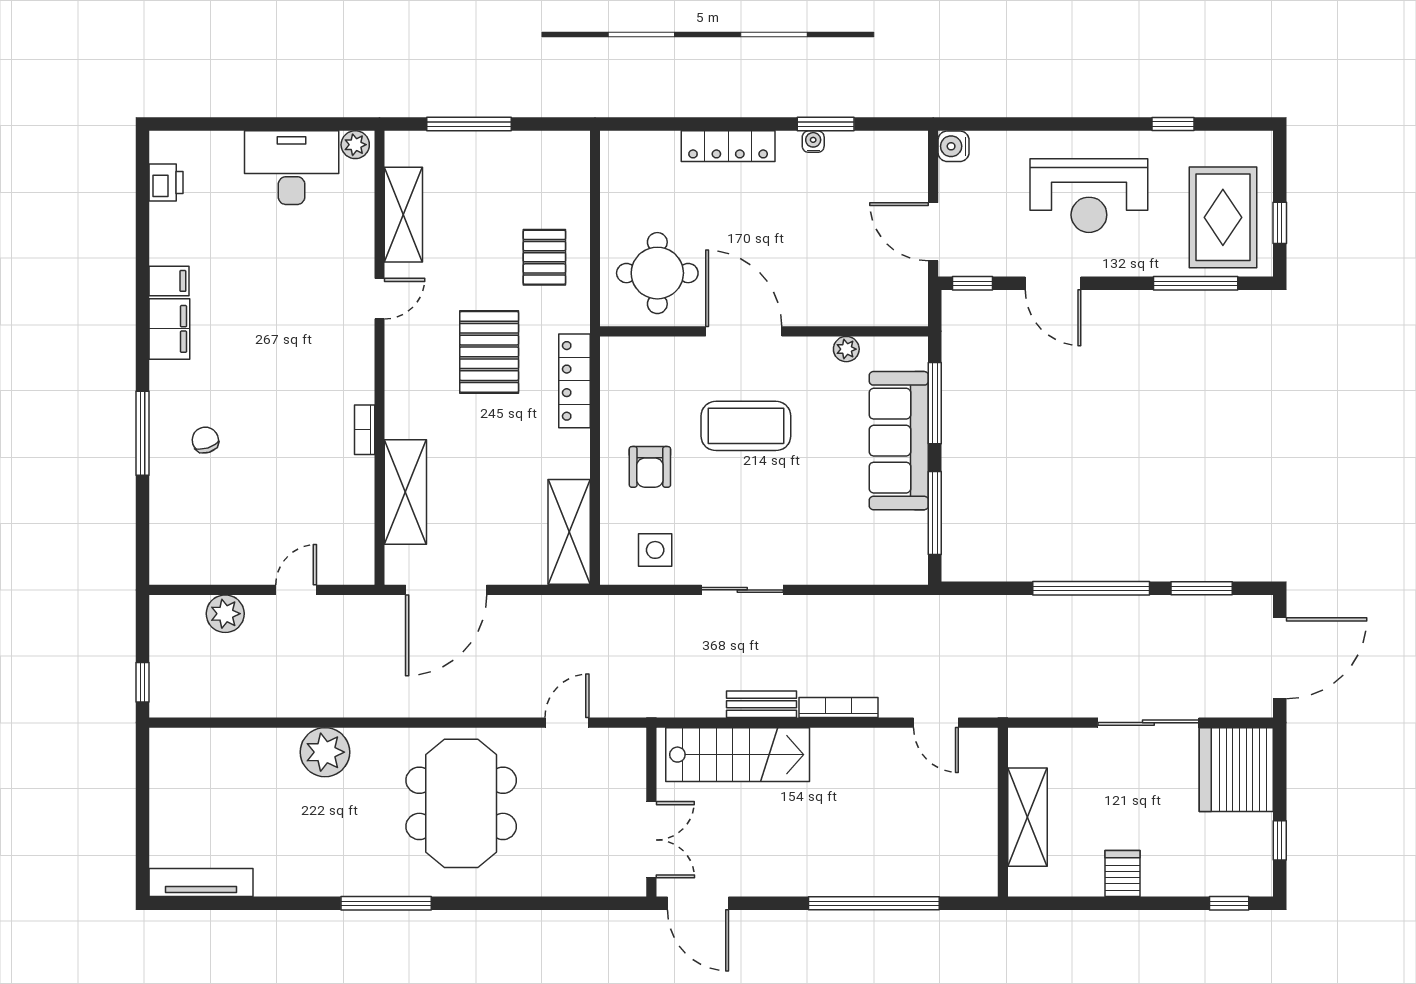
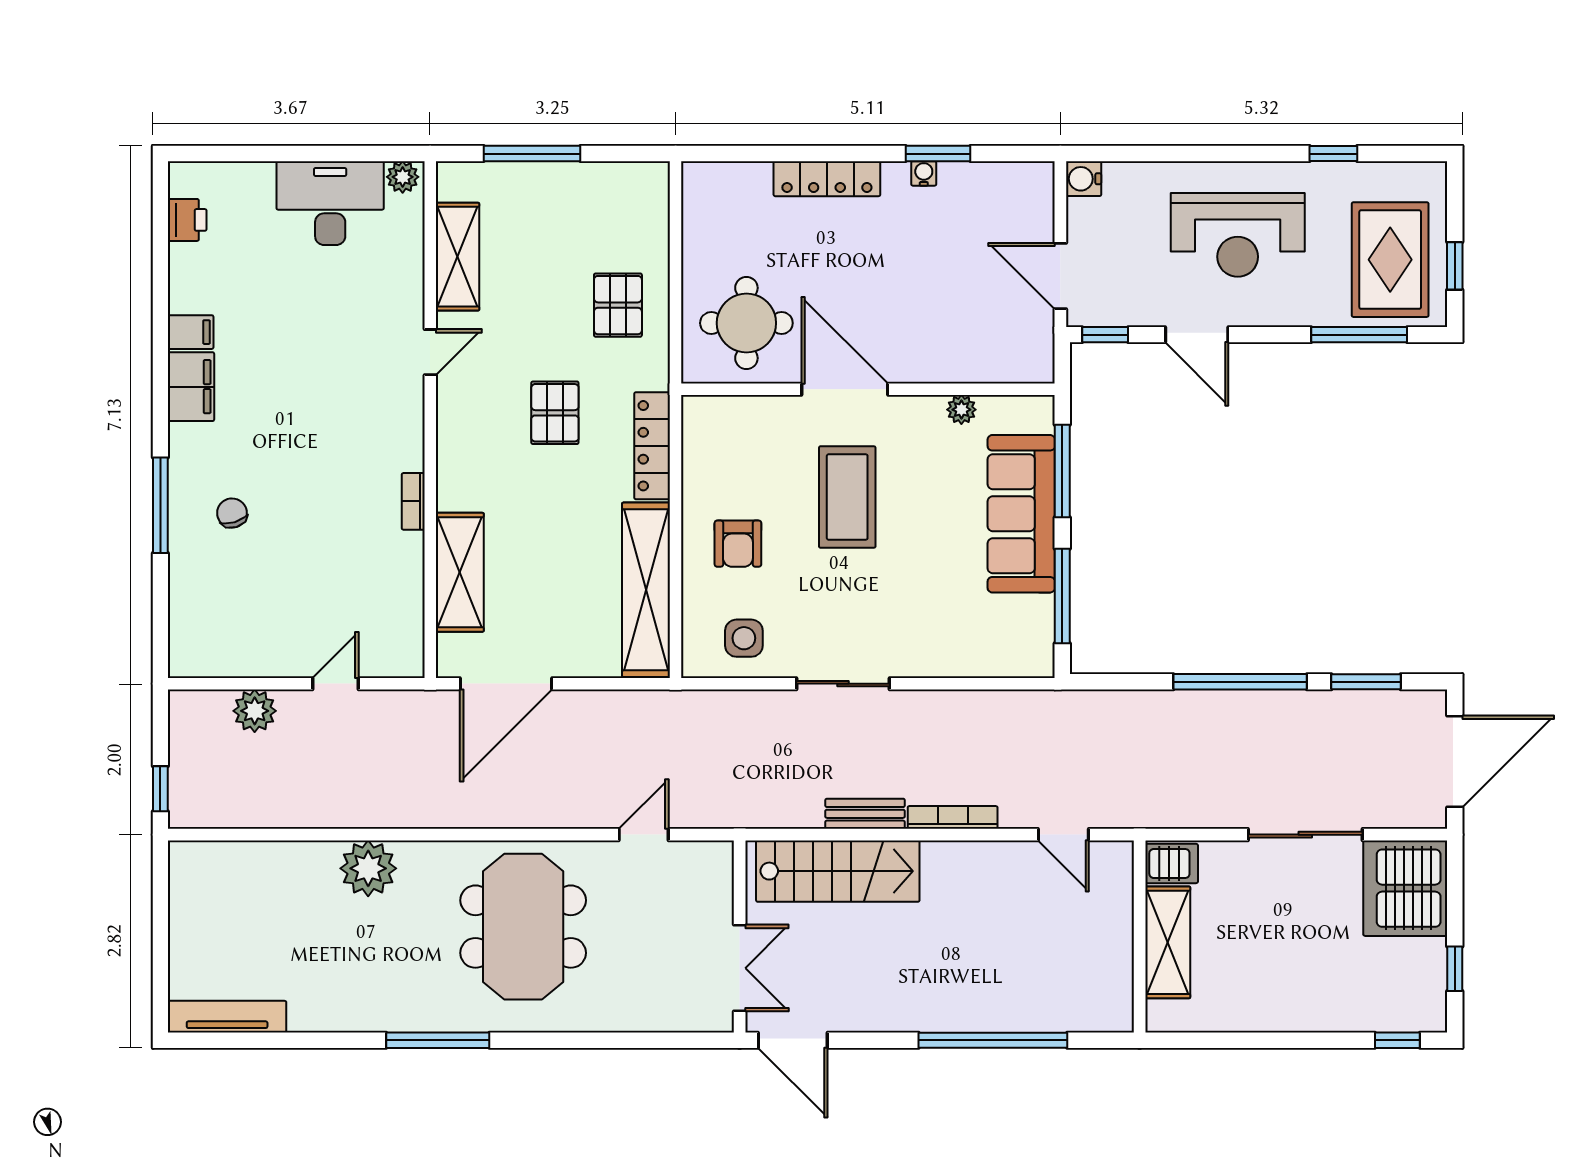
pallet: (489, 352) -> (555, 413), width x0.67, depth x0.71
coffee table: (746, 426) -> (847, 497), turned 90
shelving: (569, 532) -> (646, 590), width x1.47
server rack: (1123, 874) -> (1172, 863), moved, turned 90

